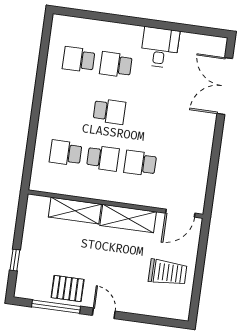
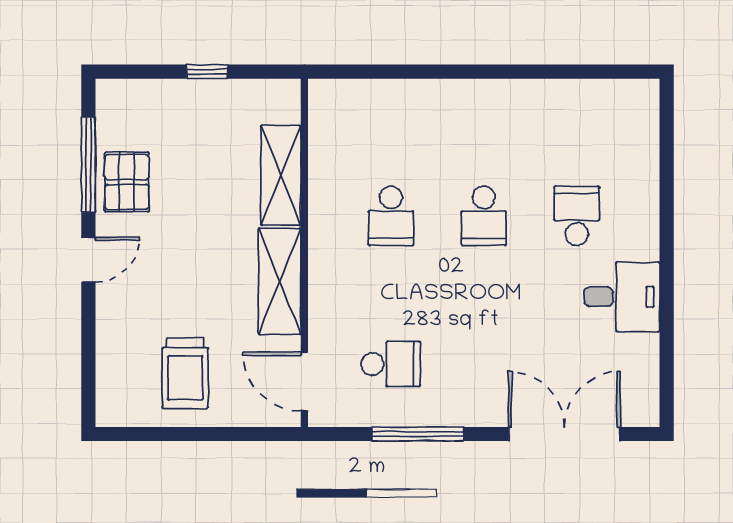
school desk: (79, 60) -> (577, 142), removed
school desk: (66, 153) -> (391, 142), removed
window: (215, 160) -> (418, 434), added
school desk: (140, 163) -> (391, 364), moved, turned 90
window: (15, 260) -> (207, 72), moved

